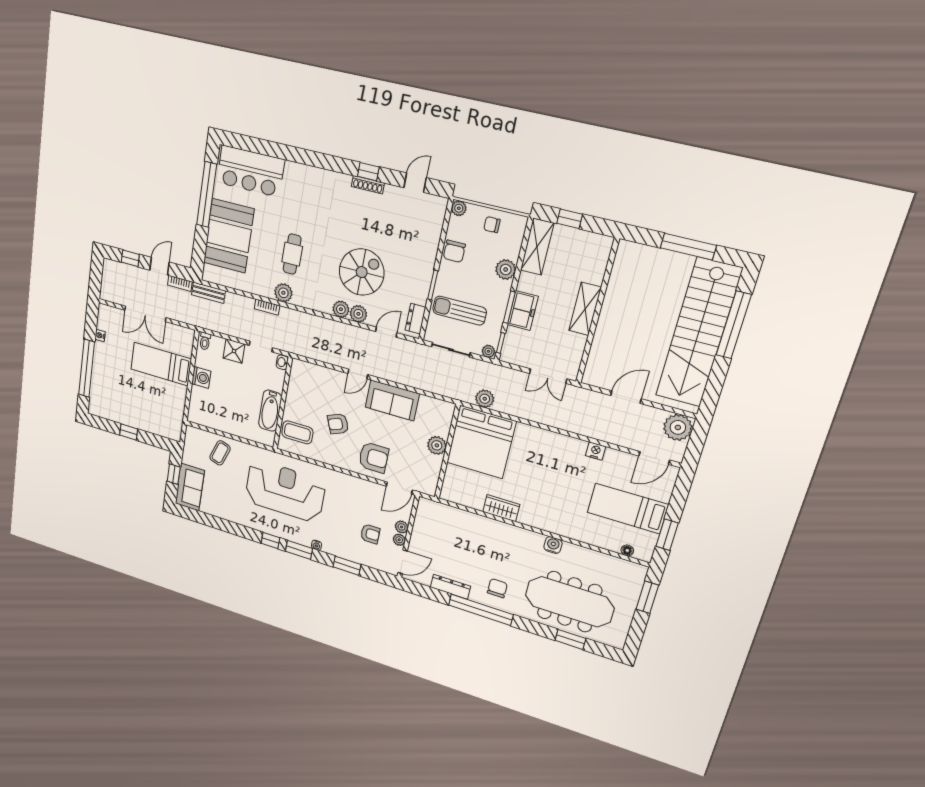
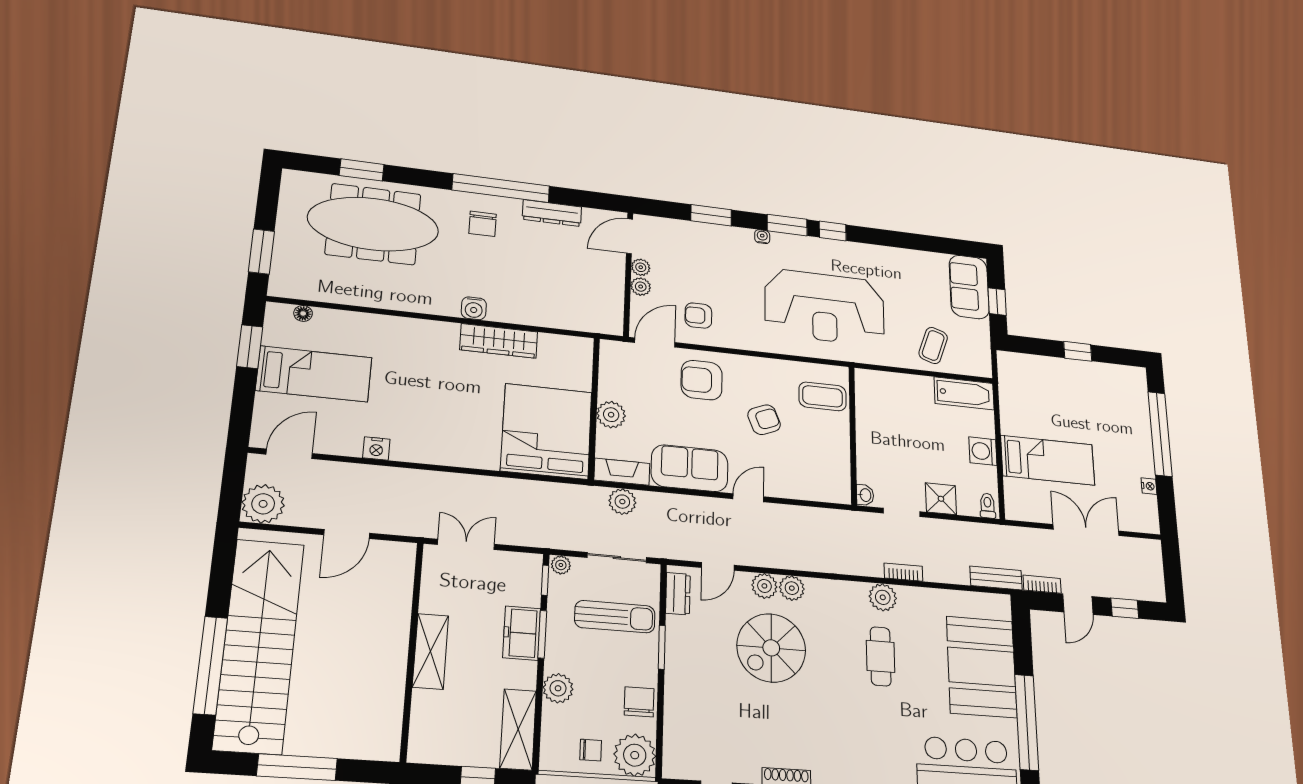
plant: (459, 208) -> (635, 755), width x1.88, depth x1.88
plant: (485, 399) -> (622, 502), moved
fireplace: (437, 406) -> (622, 472), added
bathtub: (270, 411) -> (964, 393), moved, turned 90
wardrobe: (501, 508) -> (499, 341), width x1.50
armchair: (370, 534) -> (698, 316), moved
water cooler: (553, 545) -> (474, 308), moved

